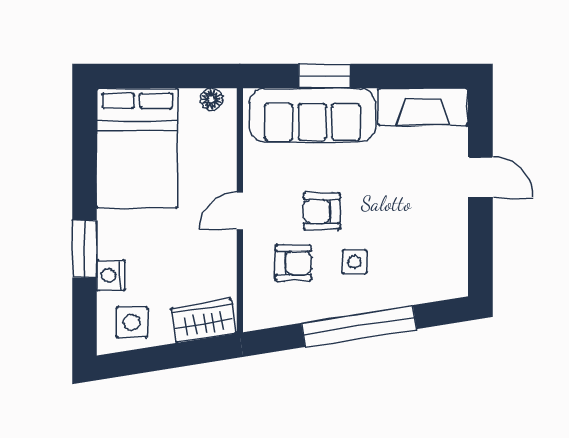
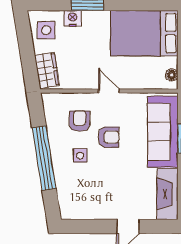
armchair: (322, 211) -> (109, 137), turned 90
armchair: (293, 263) -> (80, 121), turned 180

